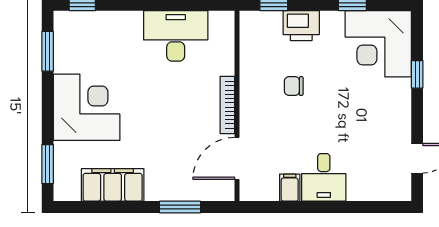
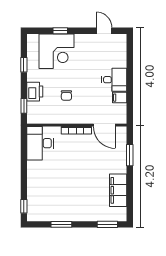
desk: (176, 36) -> (40, 143), moved
corner desk: (378, 44) -> (57, 51), moved
window: (48, 51) -> (61, 224), moved
corner desk: (87, 107) -> (78, 204), removed

